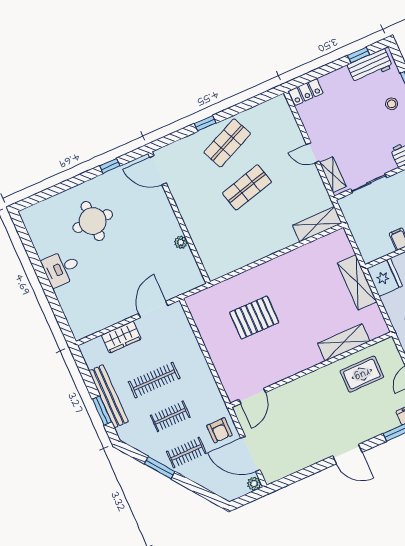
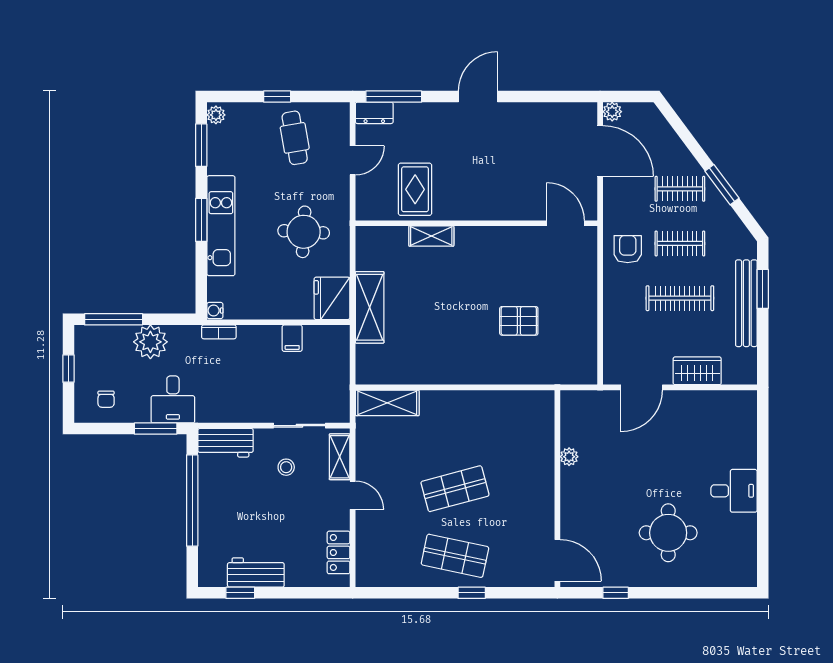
workbench: (370, 66) -> (256, 573), moved
locker: (306, 92) -> (339, 552), moved, turned -90
stool: (392, 104) -> (286, 467), moved
shop shelf: (227, 143) -> (455, 556), turned 36
pallet: (254, 317) -> (519, 321), width x0.67, depth x0.71
shelving: (344, 342) -> (431, 236), width x0.67, depth x0.75
rug: (362, 374) -> (415, 189), turned 90
door: (252, 396) -> (565, 223), hinge flipped
armchair: (219, 430) -> (628, 249), moved
door: (347, 454) -> (478, 97), hinge flipped

